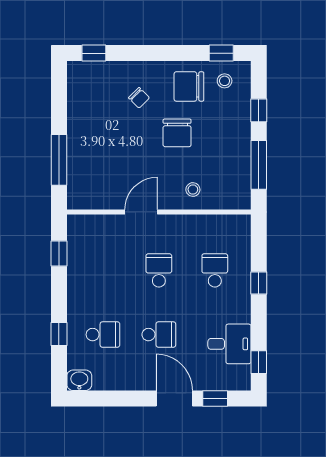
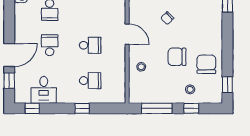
stool: (225, 81) -> (190, 89), moved
chair: (139, 98) -> (167, 18), moved
school desk: (159, 335) -> (50, 45), turned 180

